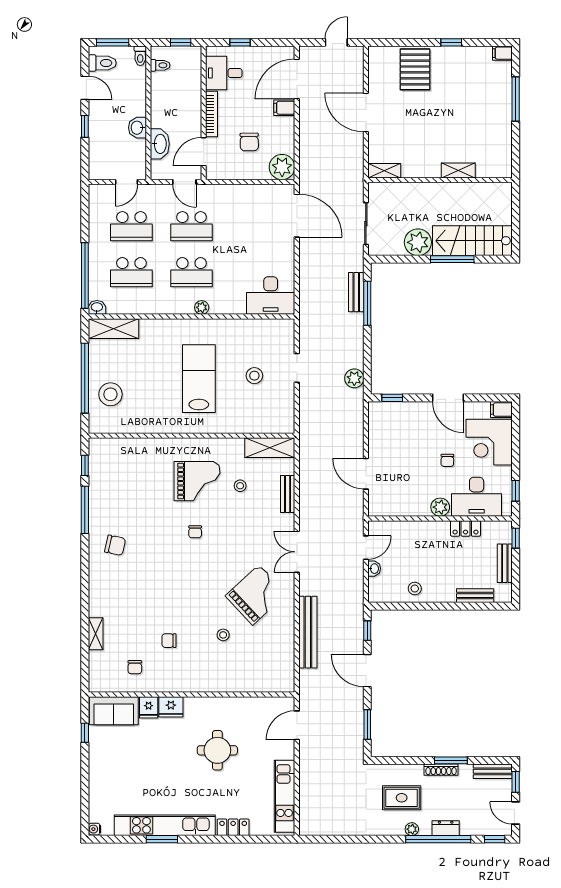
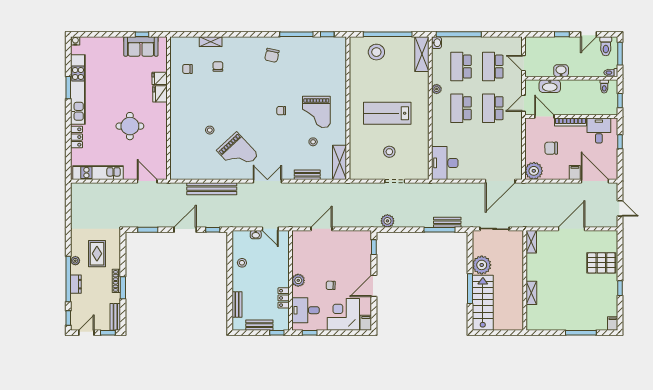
plant: (202, 307) -> (437, 89), moved
lab bench: (199, 379) -> (387, 113), turned 180
desk: (477, 497) -> (305, 310), width x0.73
chair: (169, 641) -> (218, 66), moved
sofa: (114, 711) -> (141, 46), moved, turned -90

